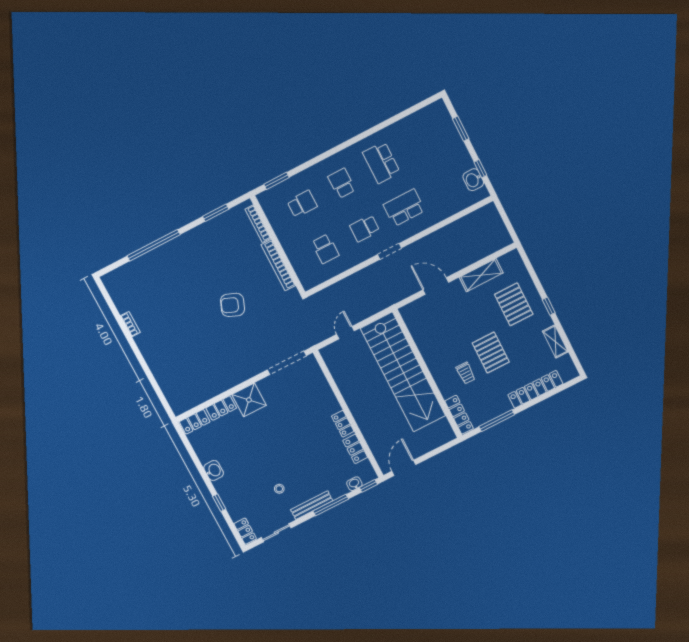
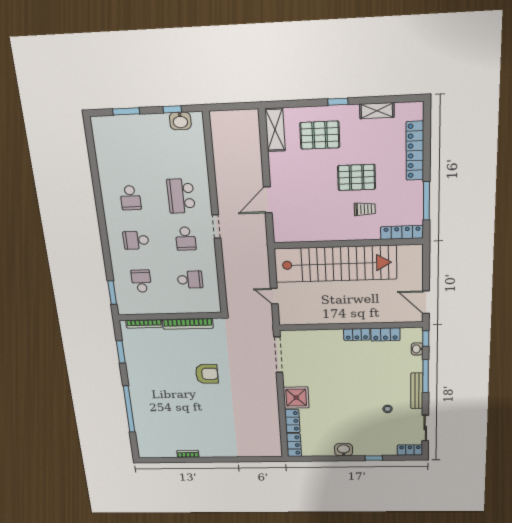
school desk: (381, 163) -> (130, 198), width x0.54
shelving: (481, 275) -> (275, 130), moved
armchair: (233, 305) -> (207, 374), turned -112

